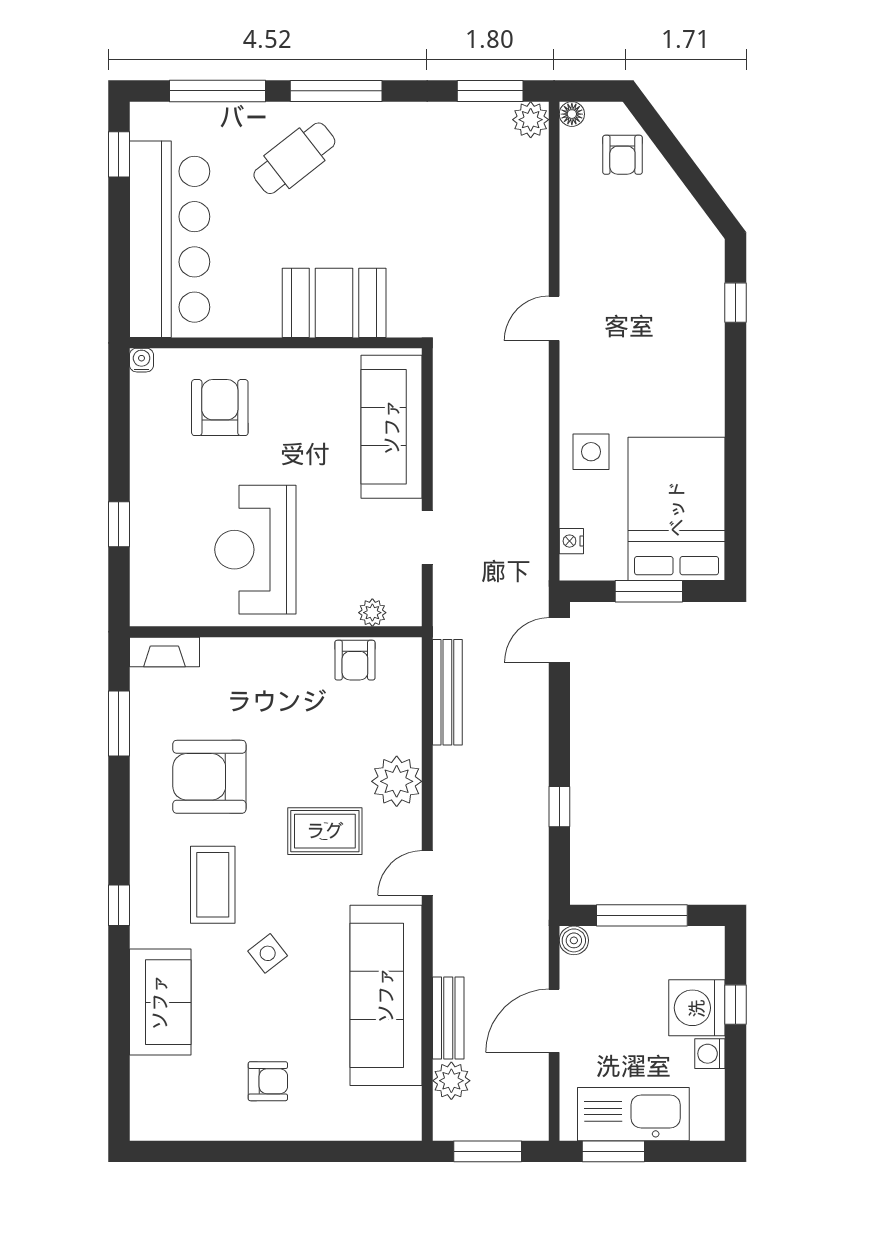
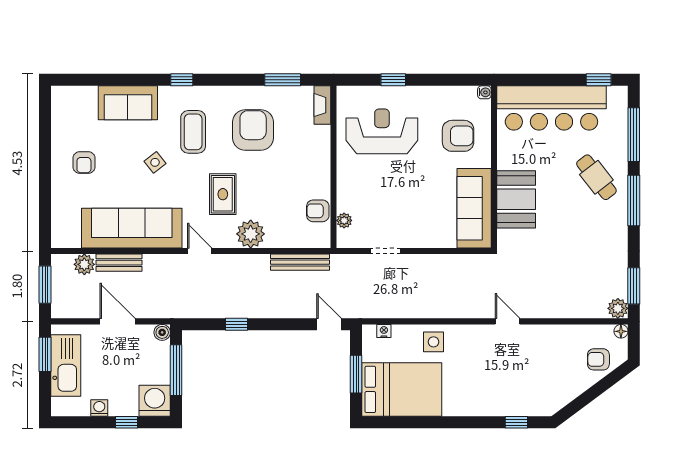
sofa: (392, 427) -> (474, 208), moved, turned -90
reception desk: (255, 550) -> (382, 131), moved
coffee table: (213, 885) -> (193, 132), turned 90
washing machine: (697, 1008) -> (155, 401), moved

